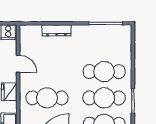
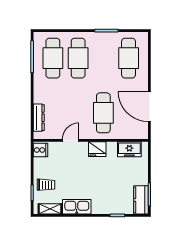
dresser: (56, 30) -> (39, 118), moved
cafe table: (104, 98) -> (53, 58), moved

